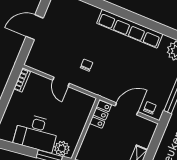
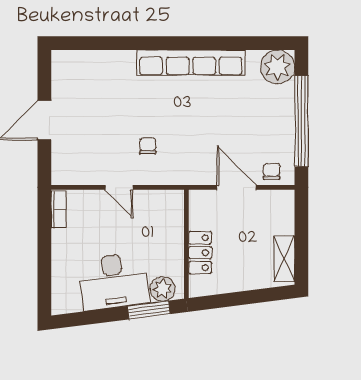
door: (127, 109) -> (237, 187), hinge flipped
locker: (100, 114) -> (200, 253), moved

